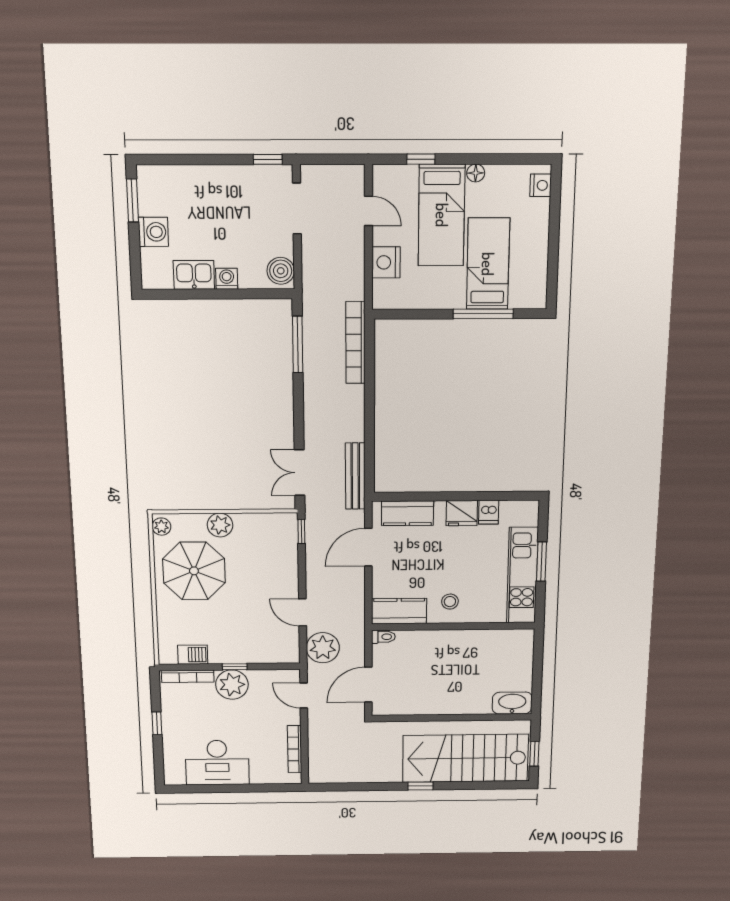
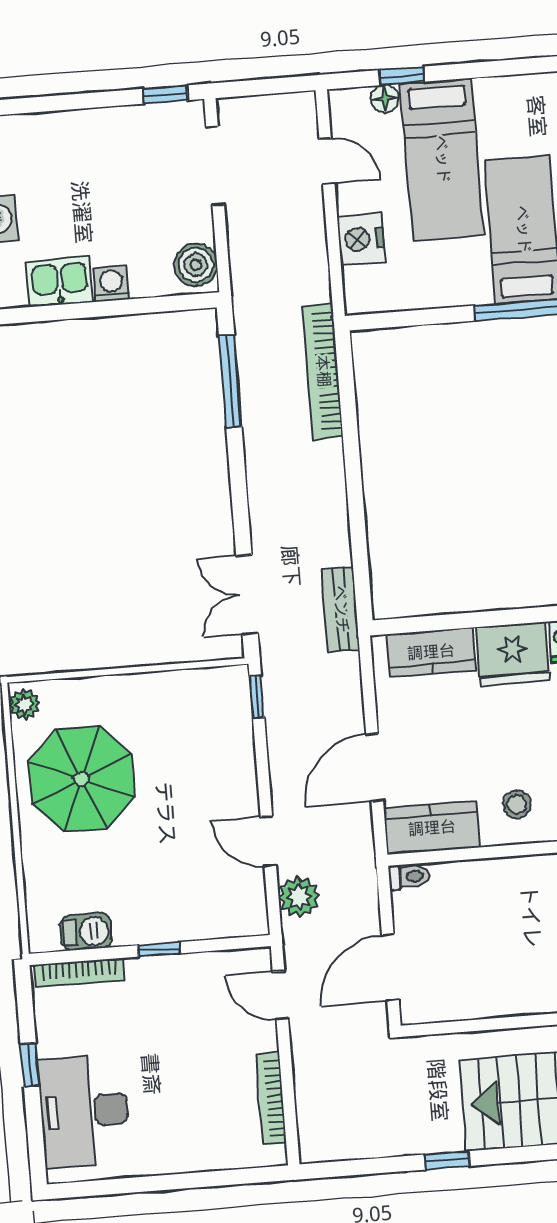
floor lamp: (476, 173) -> (385, 99), moved
bench: (355, 476) -> (341, 609), width x0.73
fridge: (462, 513) -> (513, 654), width x1.36, depth x1.34
plant: (220, 525) -> (121, 695), removed
door: (368, 547) -> (375, 767), moved
plant: (323, 648) -> (299, 897), width x0.73, depth x0.73
plant: (232, 685) -> (156, 983), removed
desk: (217, 763) -> (84, 1111), moved, turned 90
window: (420, 786) -> (447, 1160), moved

